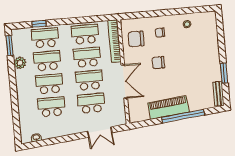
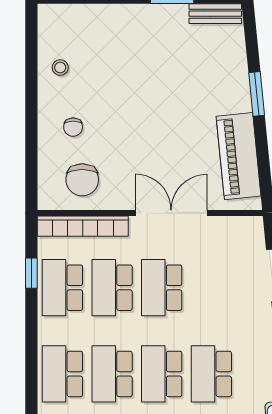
window: (39, 24) -> (31, 273), moved
chair: (158, 63) -> (137, 137), removed
school desk: (91, 103) -> (211, 288), removed
piano: (168, 108) -> (239, 156), moved
window: (183, 116) -> (257, 94), width x0.47

